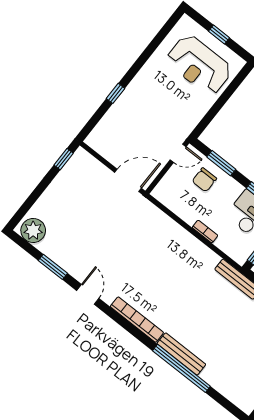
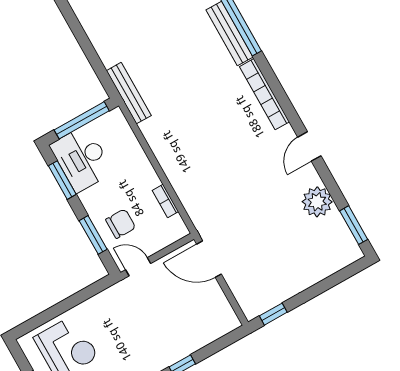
plant: (33, 230) -> (317, 202), moved
bookcase: (205, 232) -> (165, 201), moved
window: (53, 267) -> (354, 225), moved

